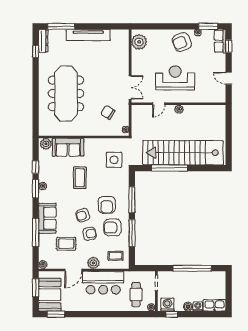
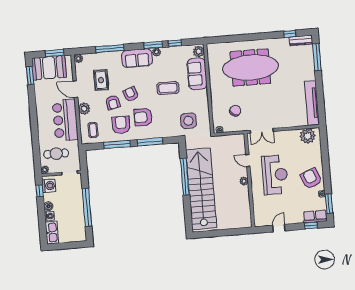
tv unit: (88, 35) -> (312, 103), moved
sofa: (47, 218) -> (137, 58), moved

